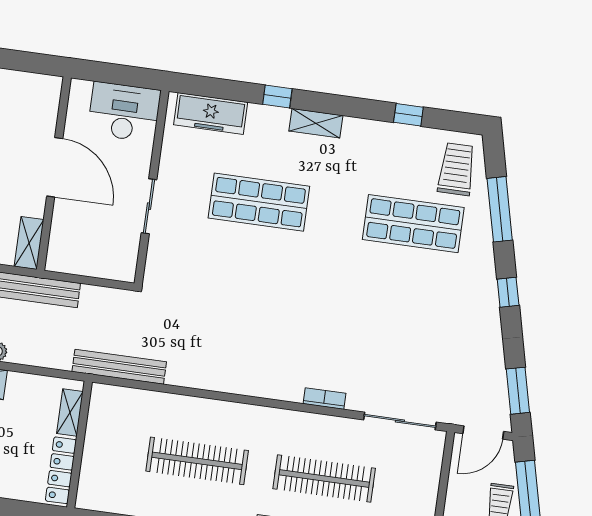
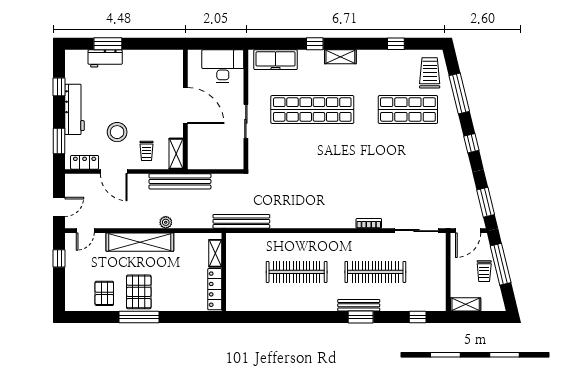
shop shelf: (259, 202) -> (312, 109), width x1.40

